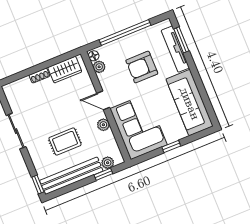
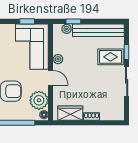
plant: (99, 67) -> (39, 100), width x1.87, depth x1.87
rug: (65, 141) -> (110, 57), moved
window: (171, 147) -> (27, 21), moved
window: (38, 184) -> (127, 52), moved

